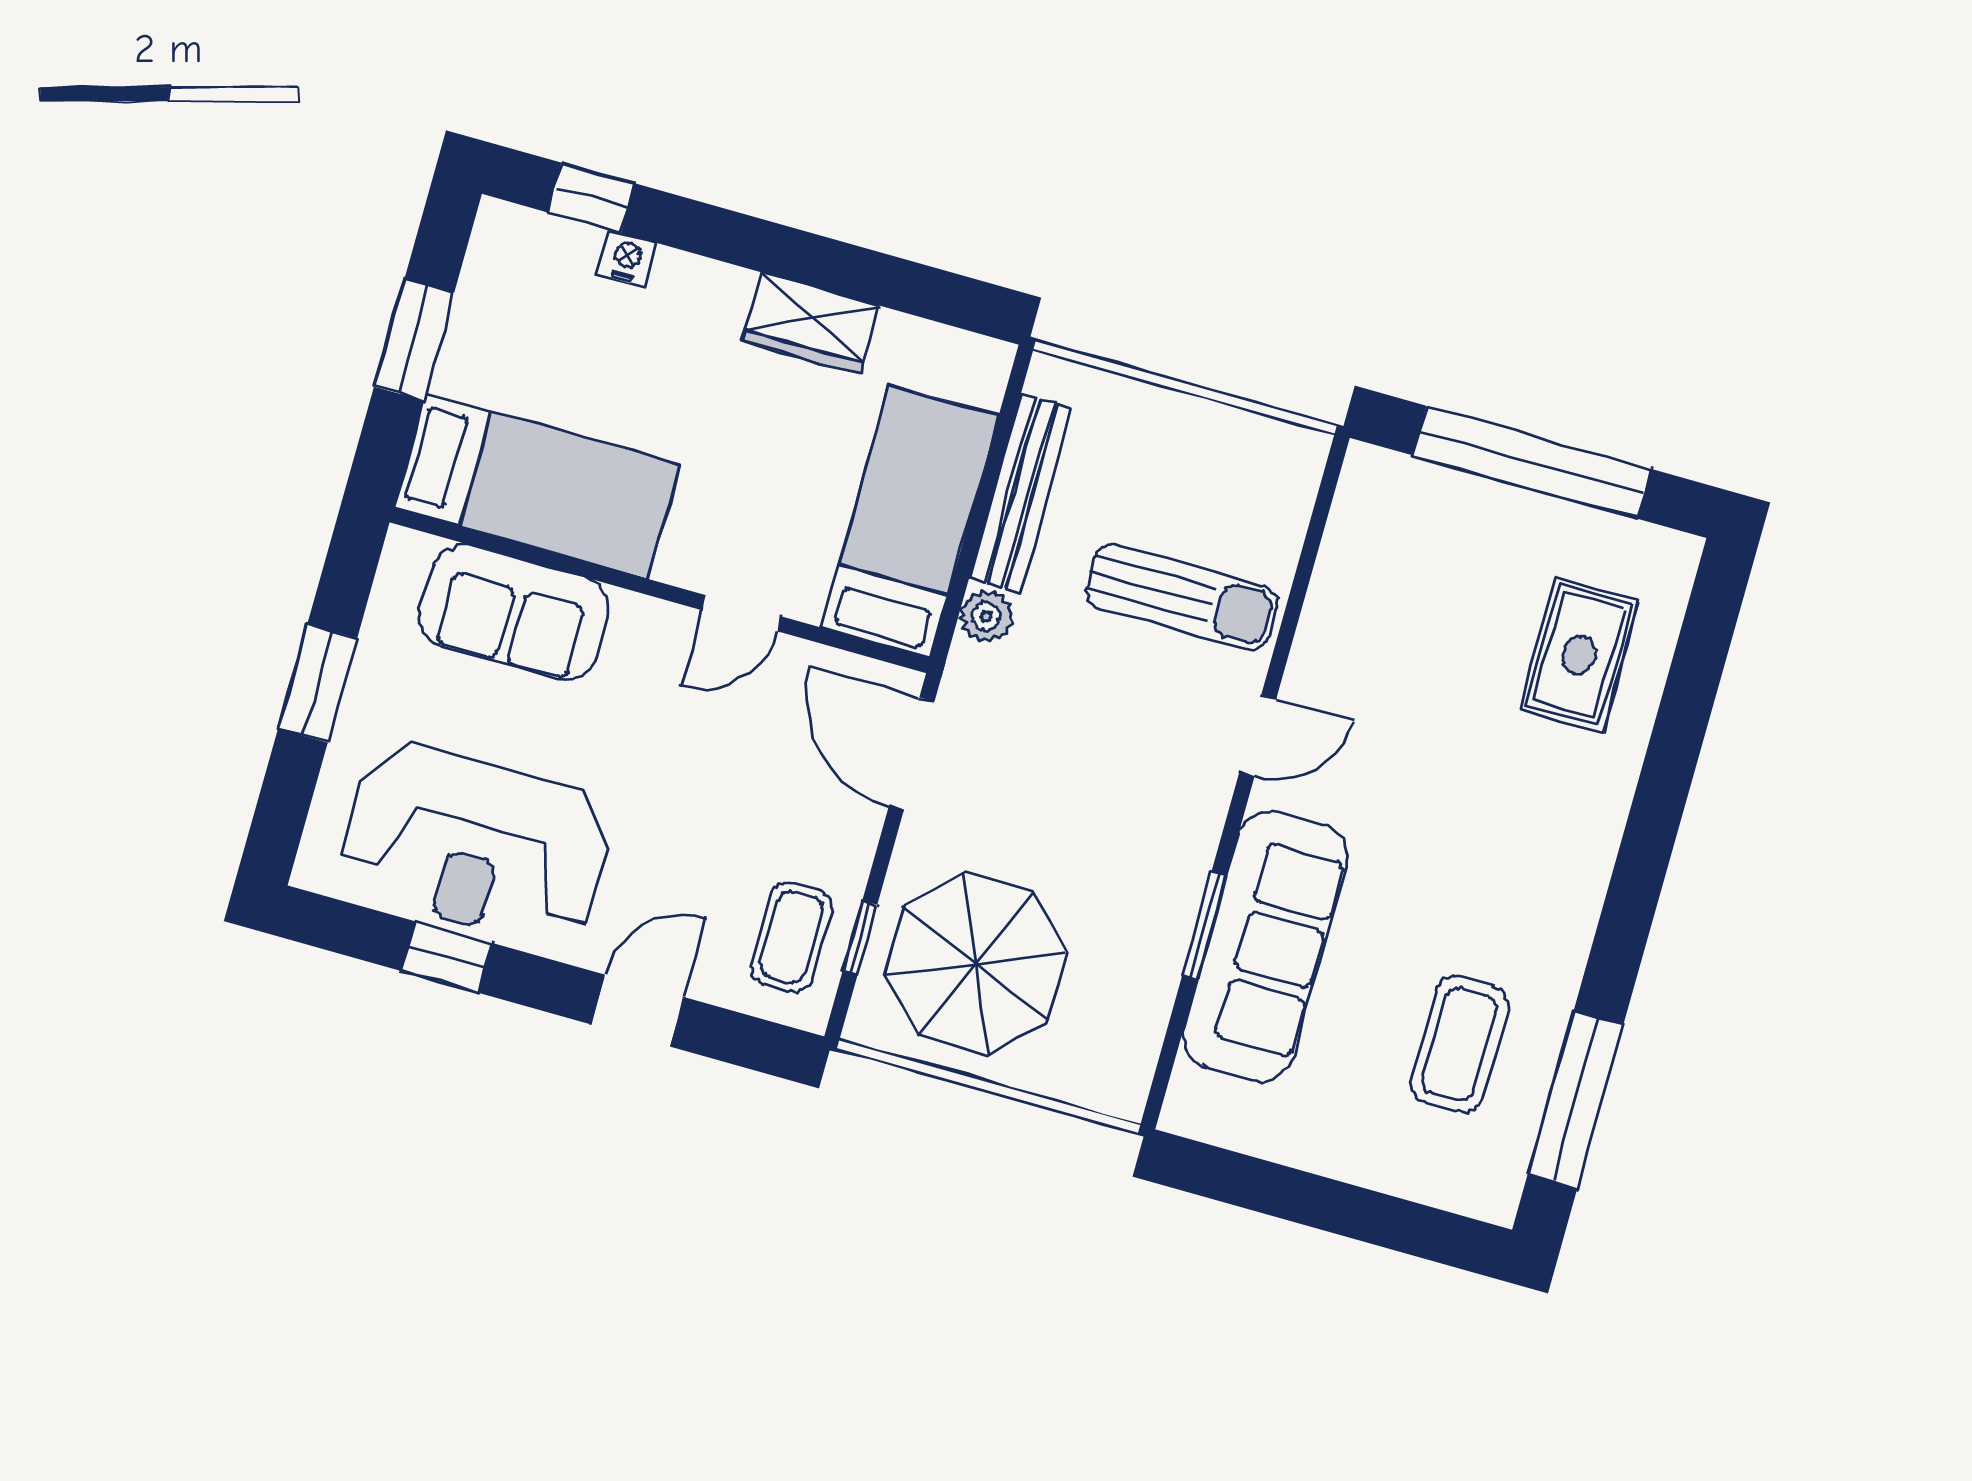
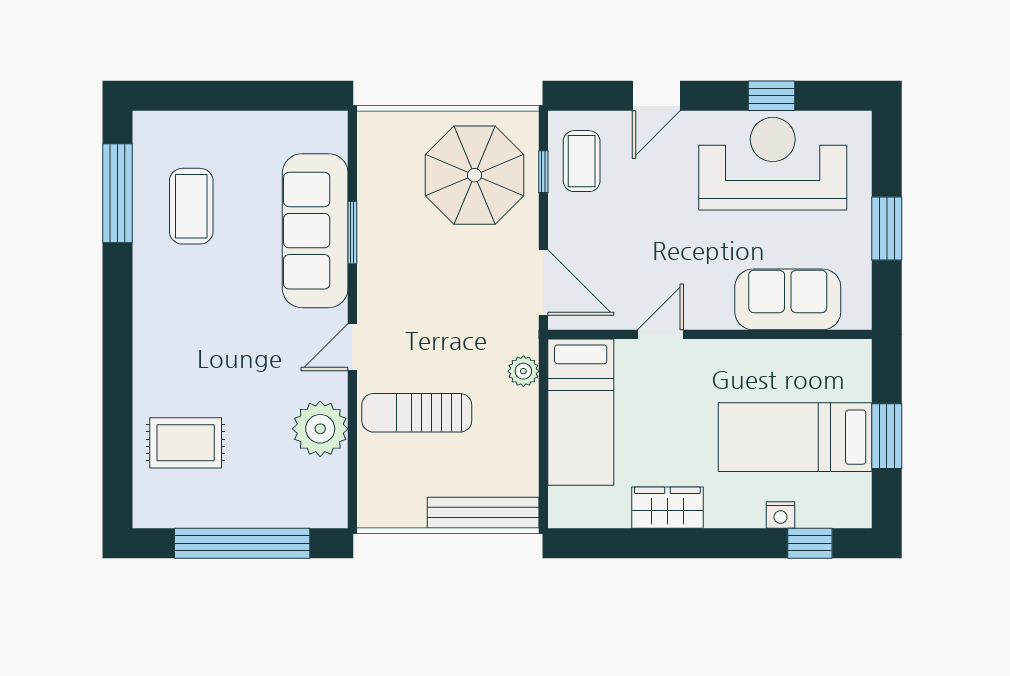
bed: (537, 486) -> (795, 437), moved
bench: (1021, 494) -> (483, 513), moved, turned 90
plant: (1349, 616) -> (320, 429), added
rug: (1579, 655) -> (186, 443), turned 90

